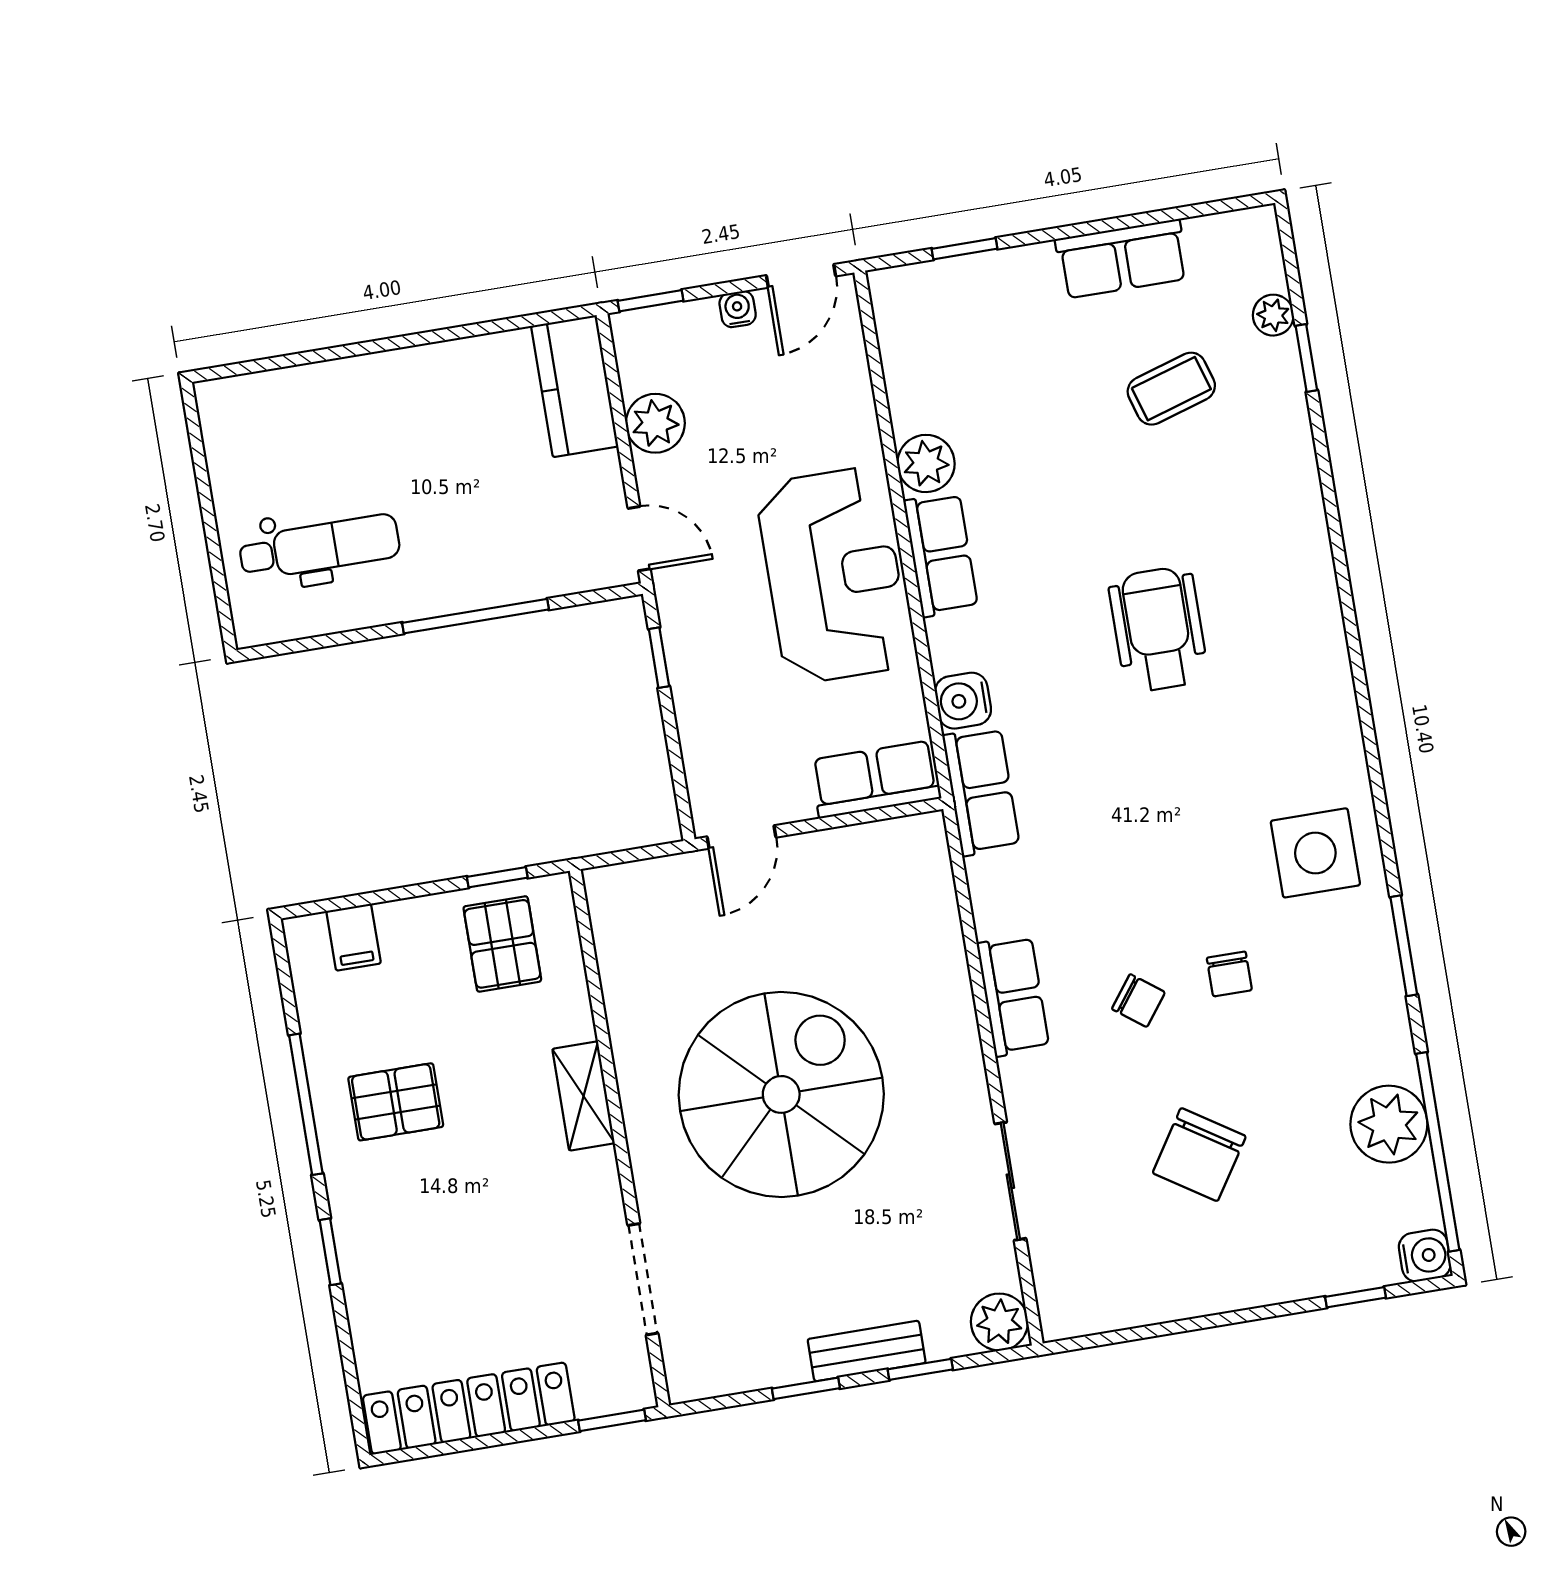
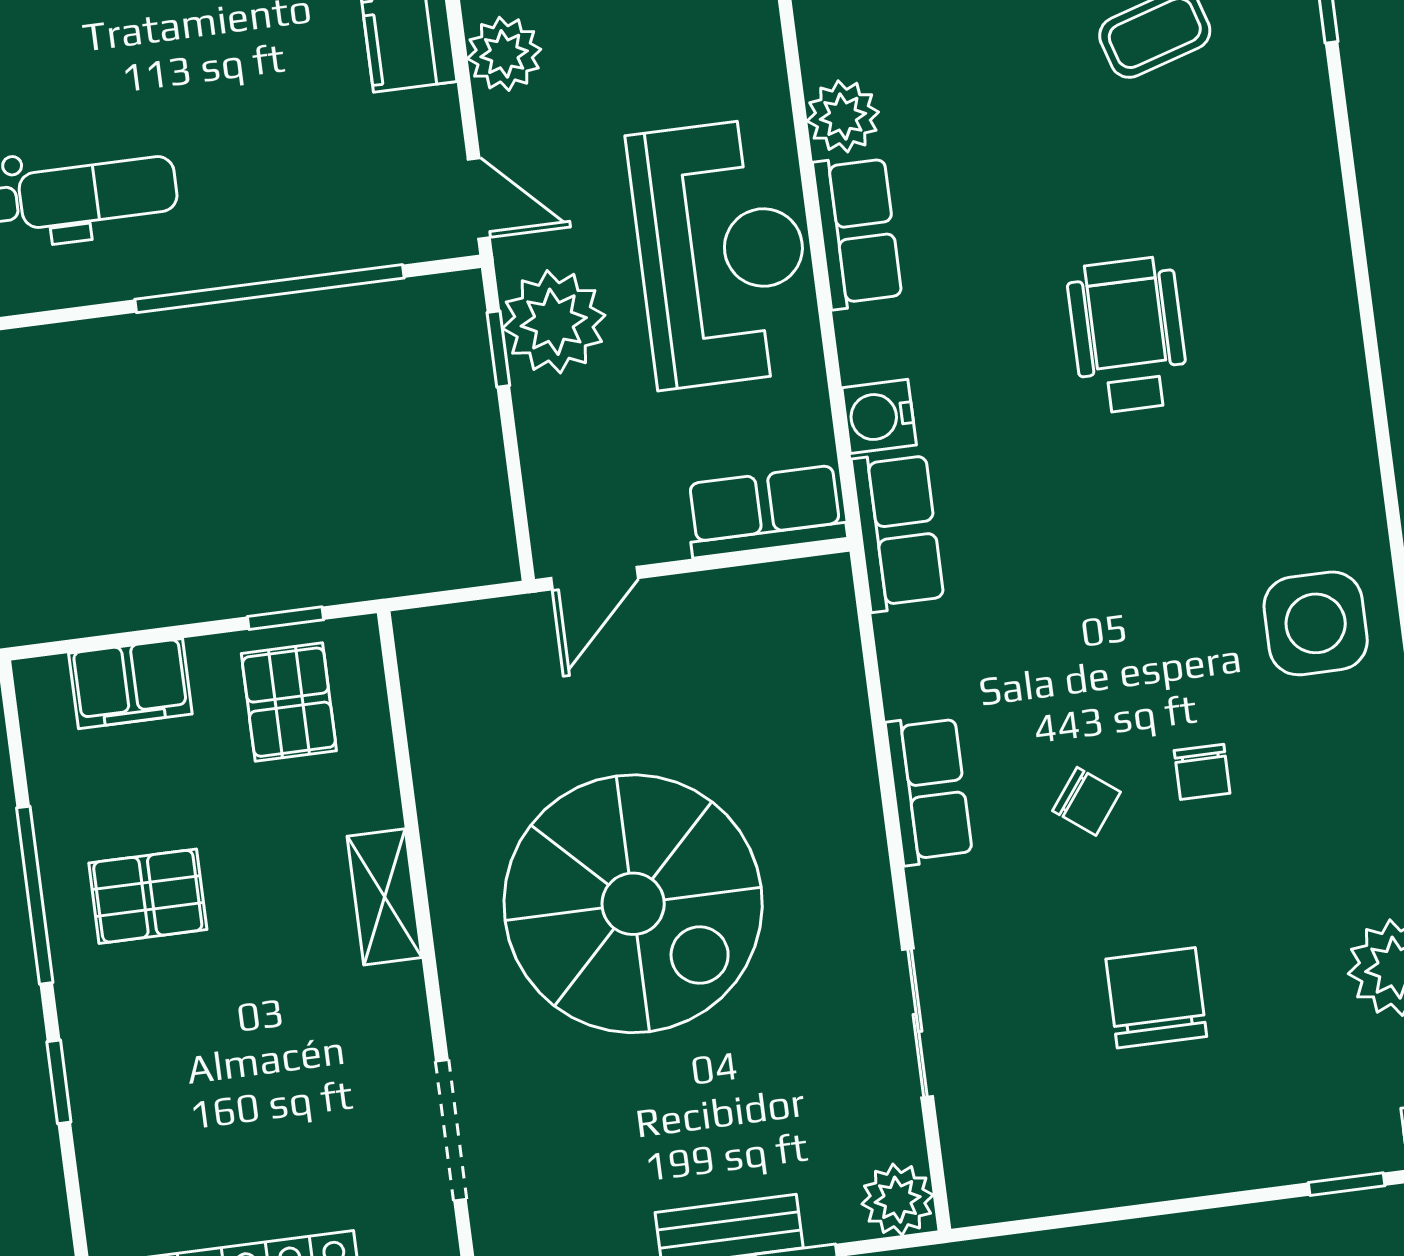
window: (475, 616) -> (270, 289), width x1.46
plant: (702, 635) -> (554, 322), added
filing cabinet: (354, 937) -> (130, 684), width x2.00
spiral stairs: (781, 1094) -> (633, 904), turned 90
chair: (1199, 1155) -> (1156, 998), turned 147

